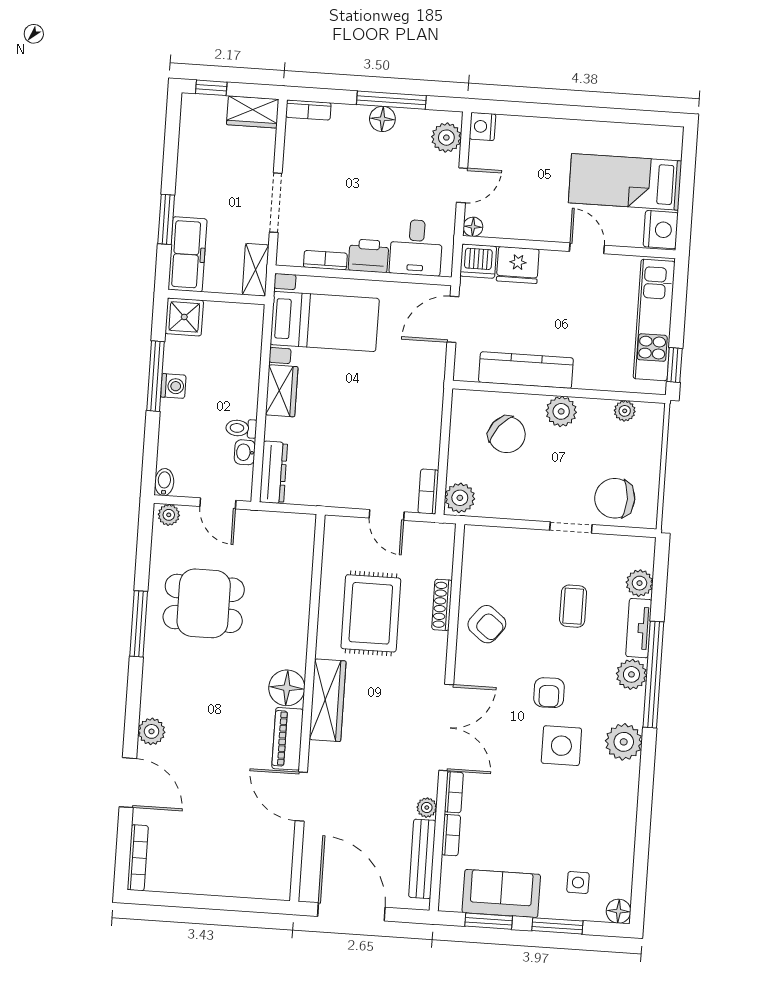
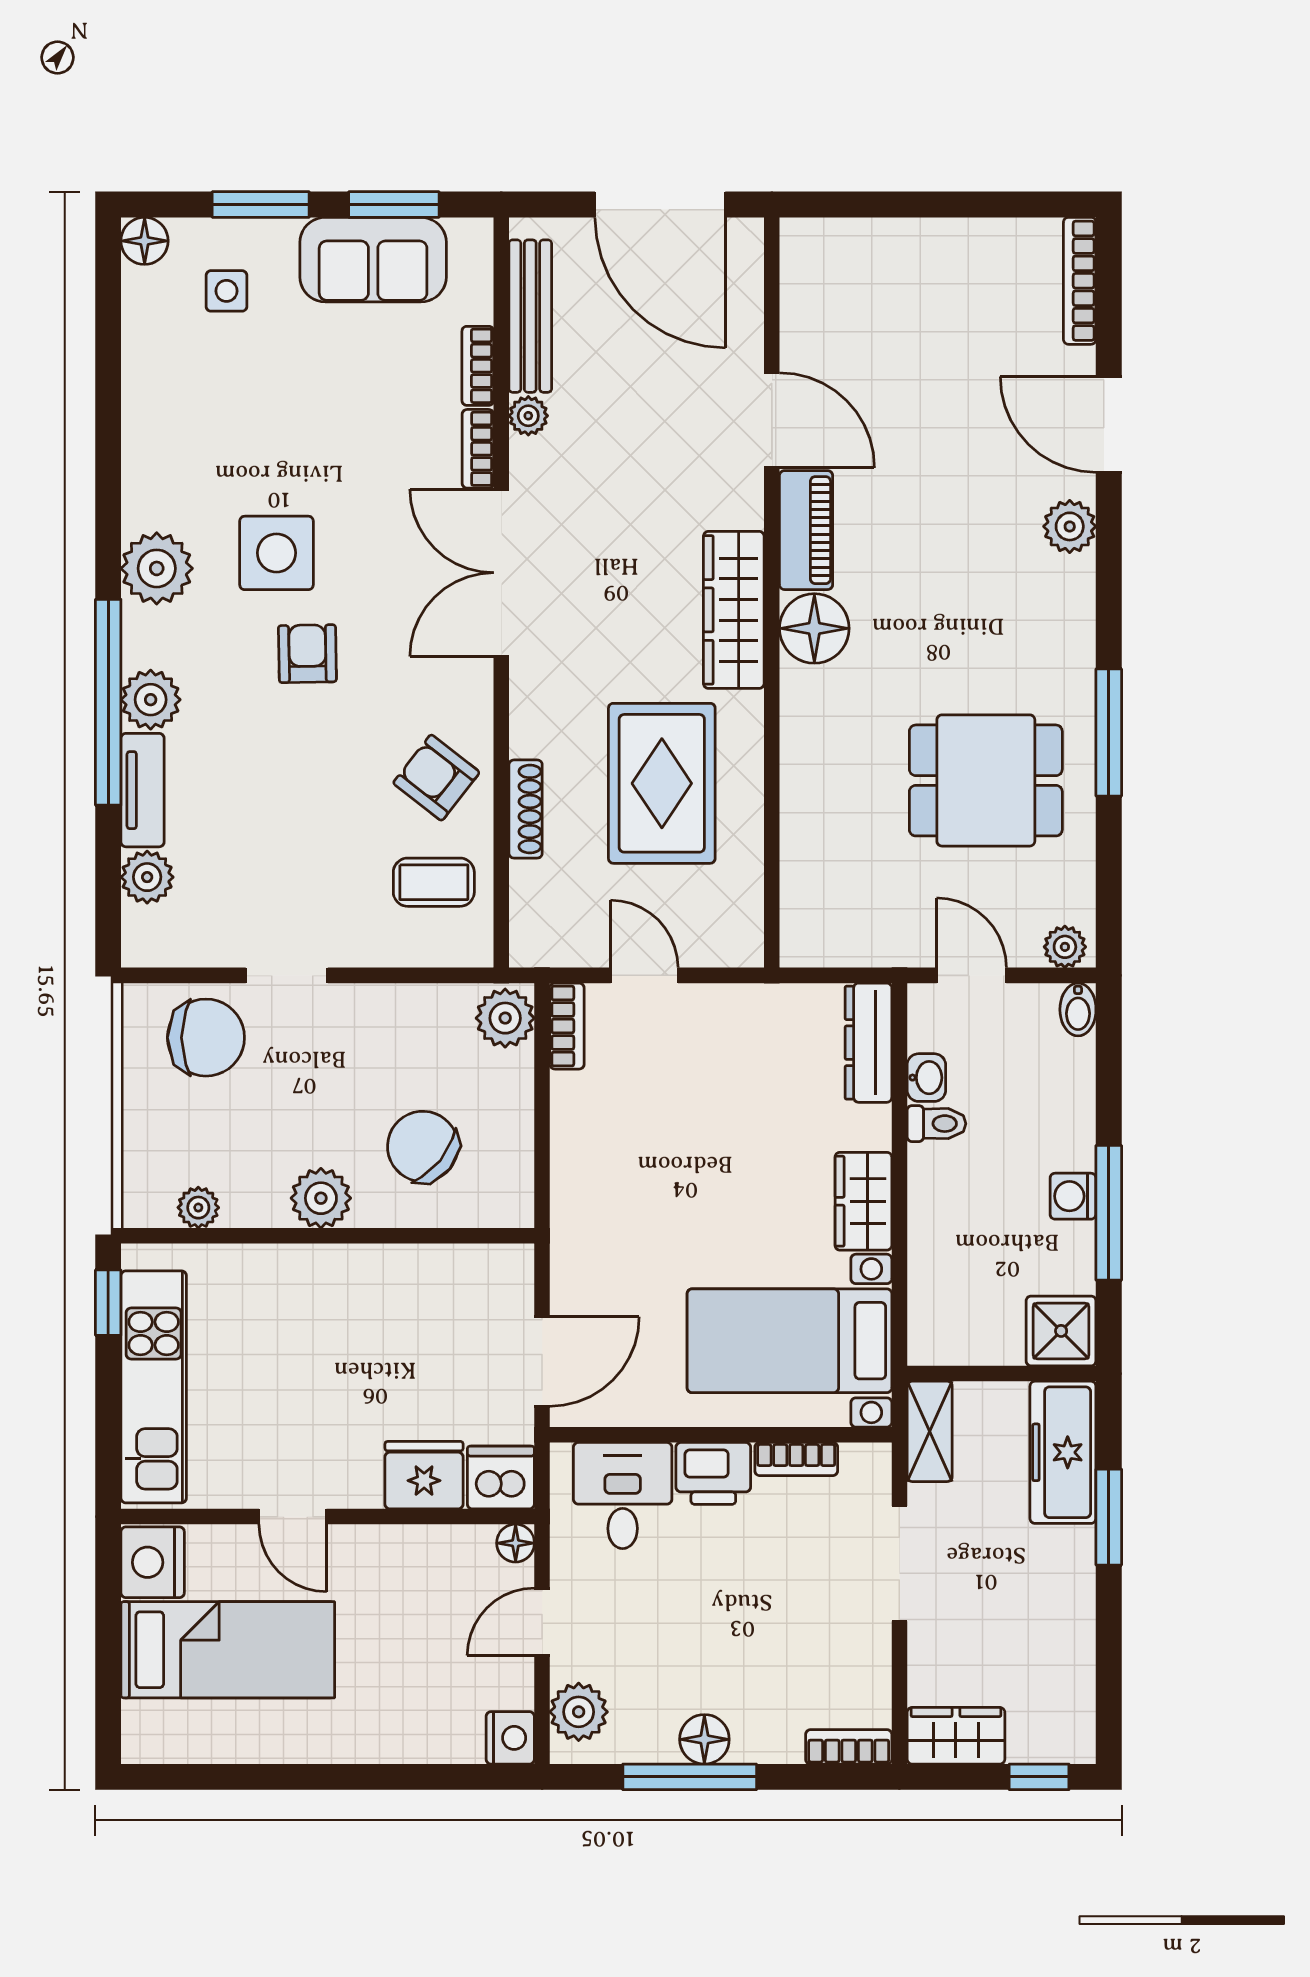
kitchen counter: (526, 370) -> (394, 1273), removed
coffee table: (573, 606) -> (434, 882), moved, turned 90

